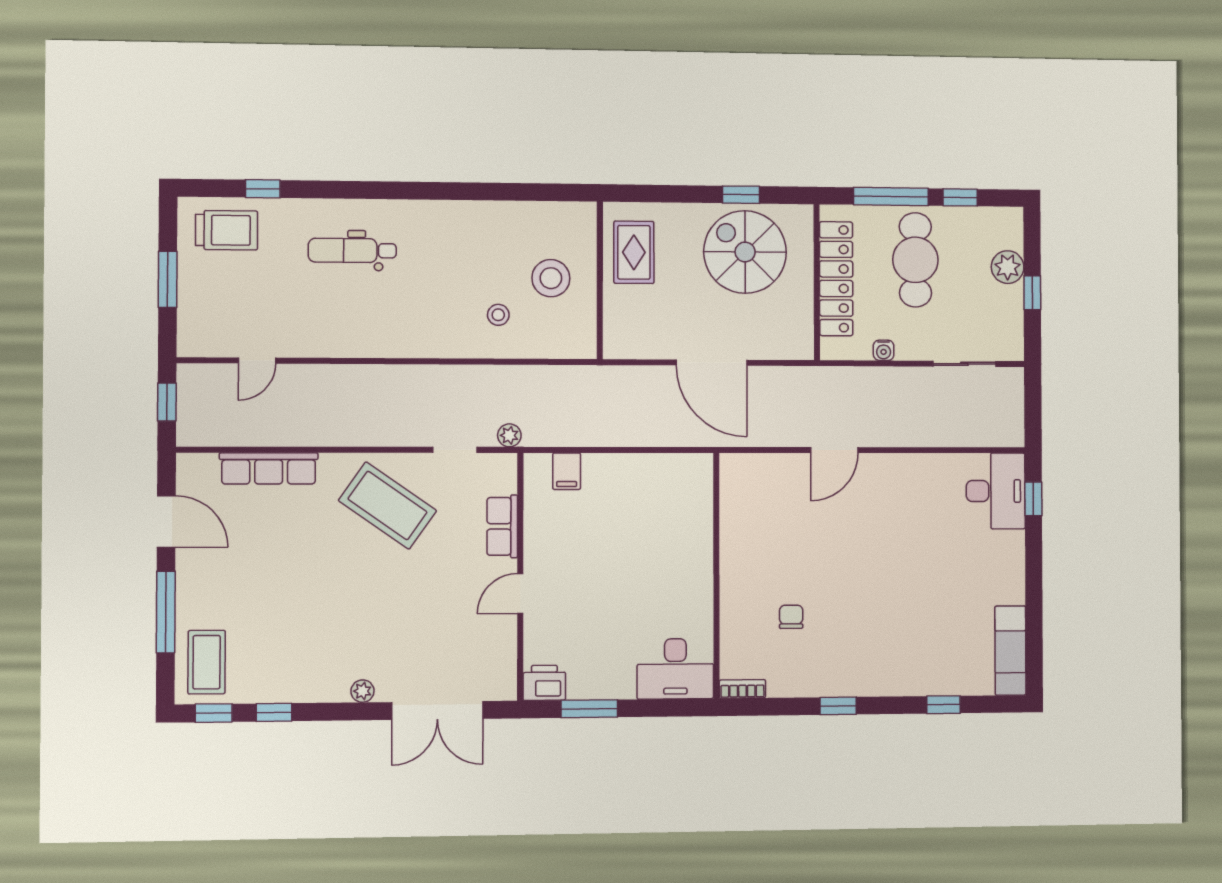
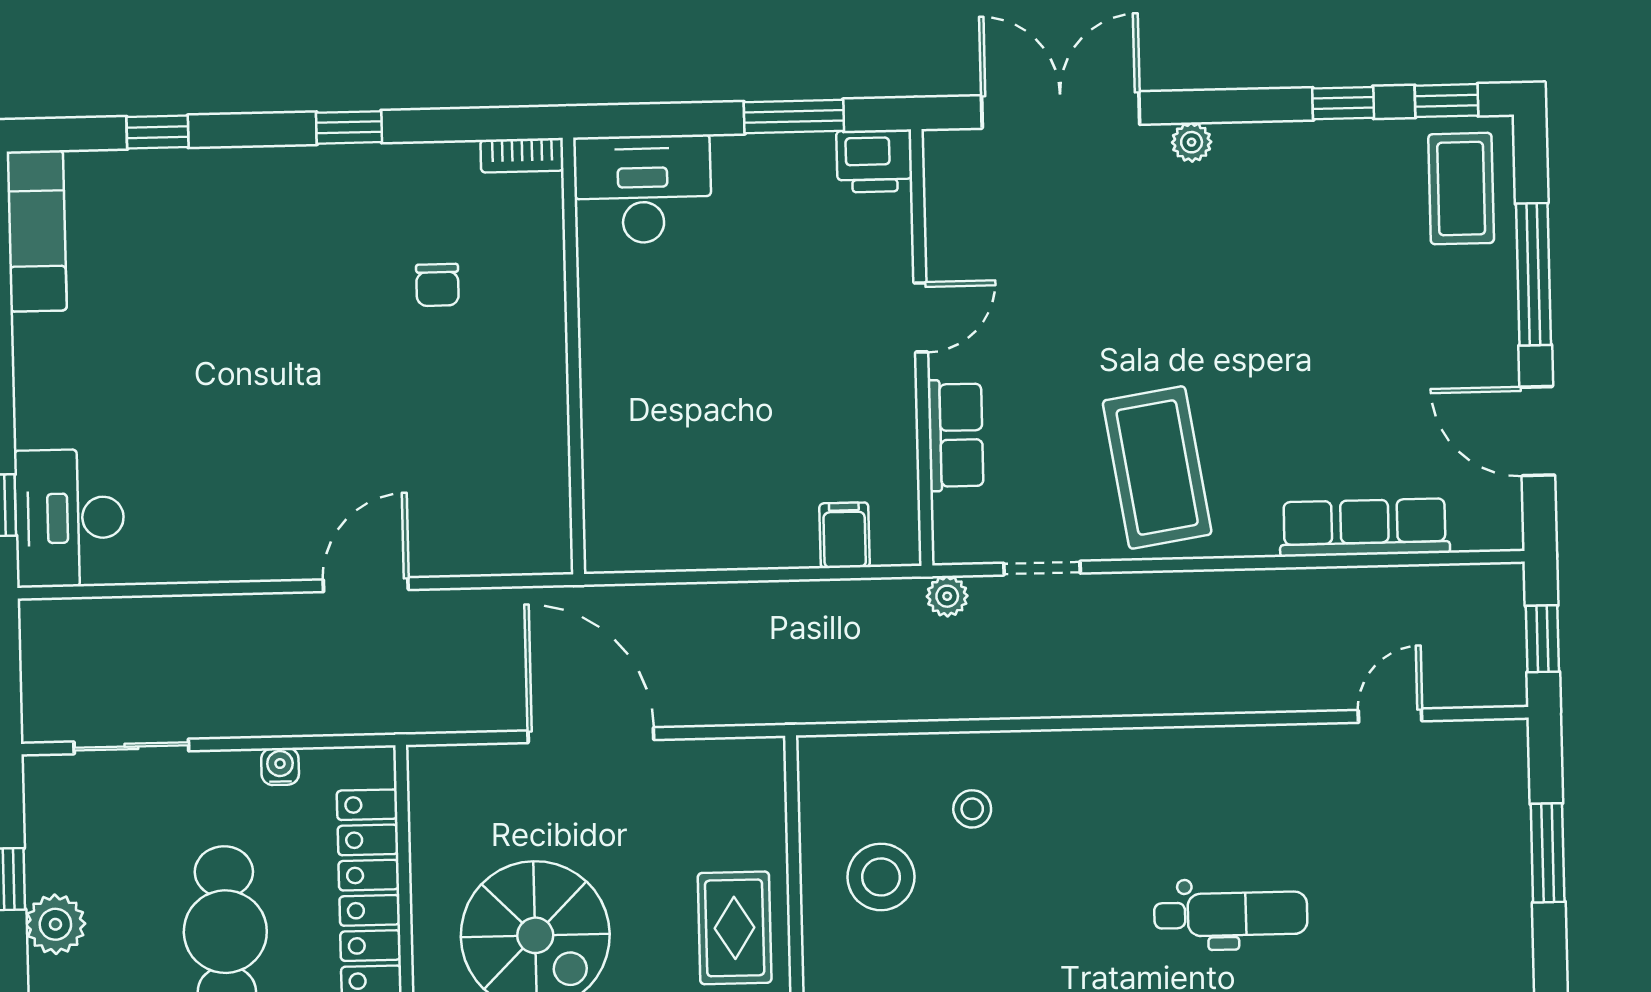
trolley: (227, 230) -> (1449, 942), removed
coffee table: (387, 506) -> (1157, 467), turned 46

